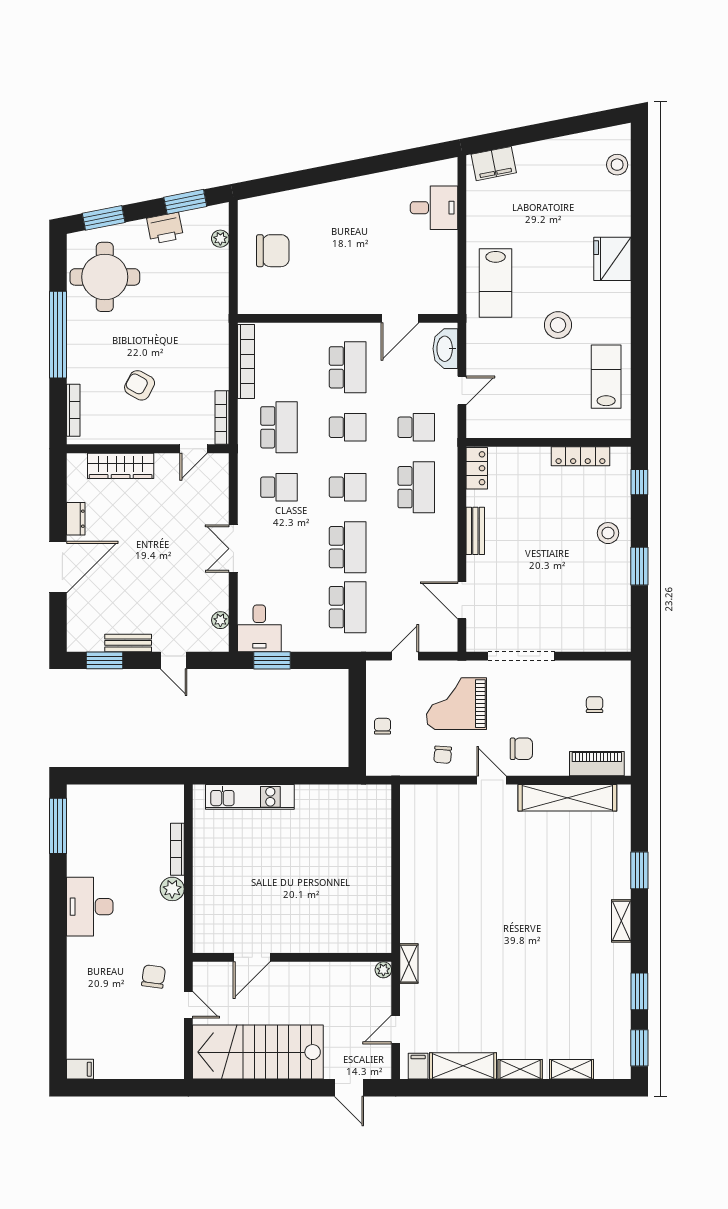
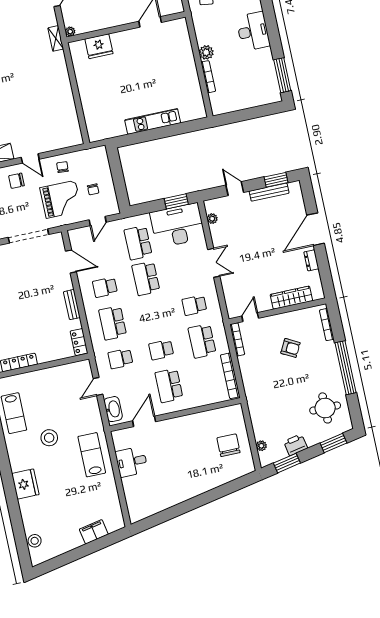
filing cabinet: (494, 164) -> (94, 532), moved
desk: (434, 208) -> (132, 462), moved
chair: (273, 251) -> (228, 445), turned 90
round table: (105, 277) -> (325, 408), width x0.73, depth x0.73
school desk: (348, 487) -> (105, 287), moved
desk: (259, 628) -> (178, 225), width x1.87, depth x1.30
bench: (128, 643) -> (269, 192), width x1.36
chair: (383, 726) -> (93, 189), moved
kitchen unit: (250, 797) -> (153, 121), moved
fridge: (342, 936) -> (99, 46), added

